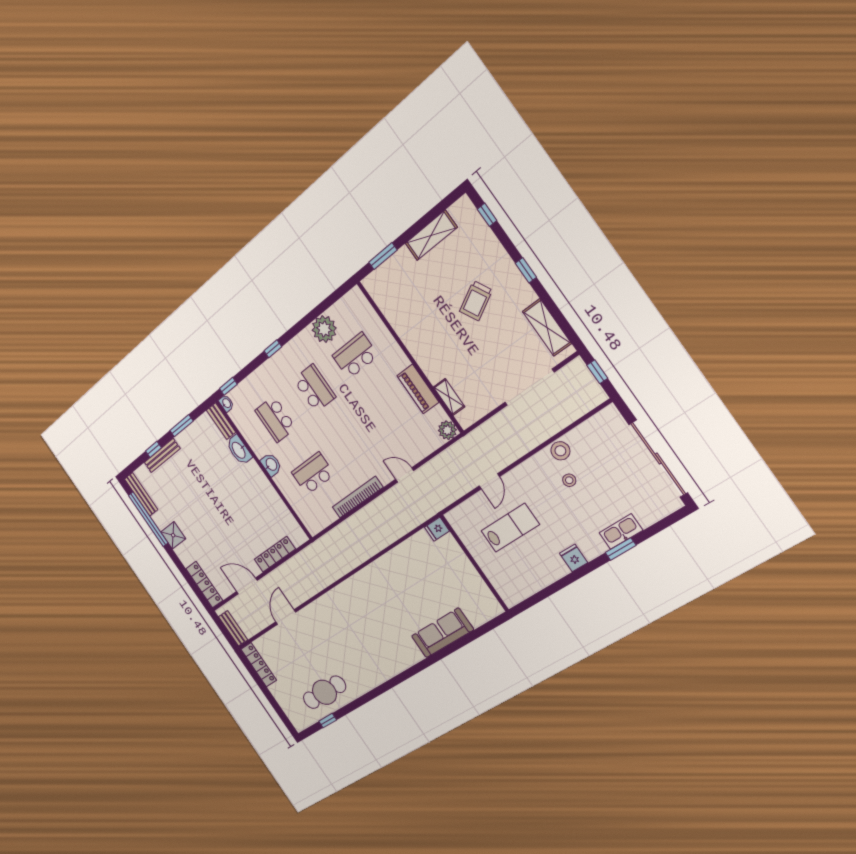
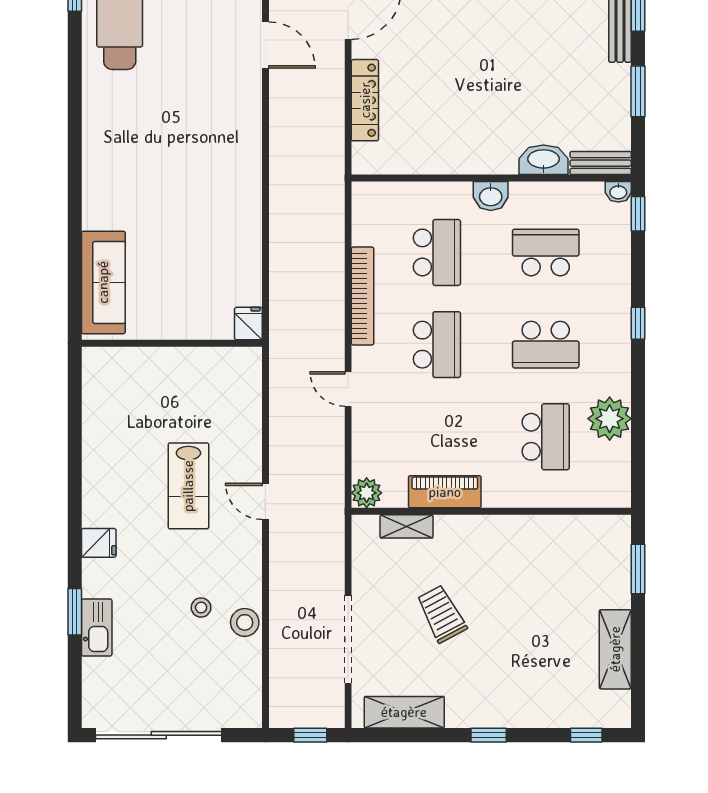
trolley: (476, 301) -> (442, 614), moved
school desk: (353, 444) -> (437, 345), added
door: (405, 475) -> (348, 389), swing flipped
fridge: (437, 529) -> (248, 324), moved
wall: (474, 563) -> (172, 343), moved

